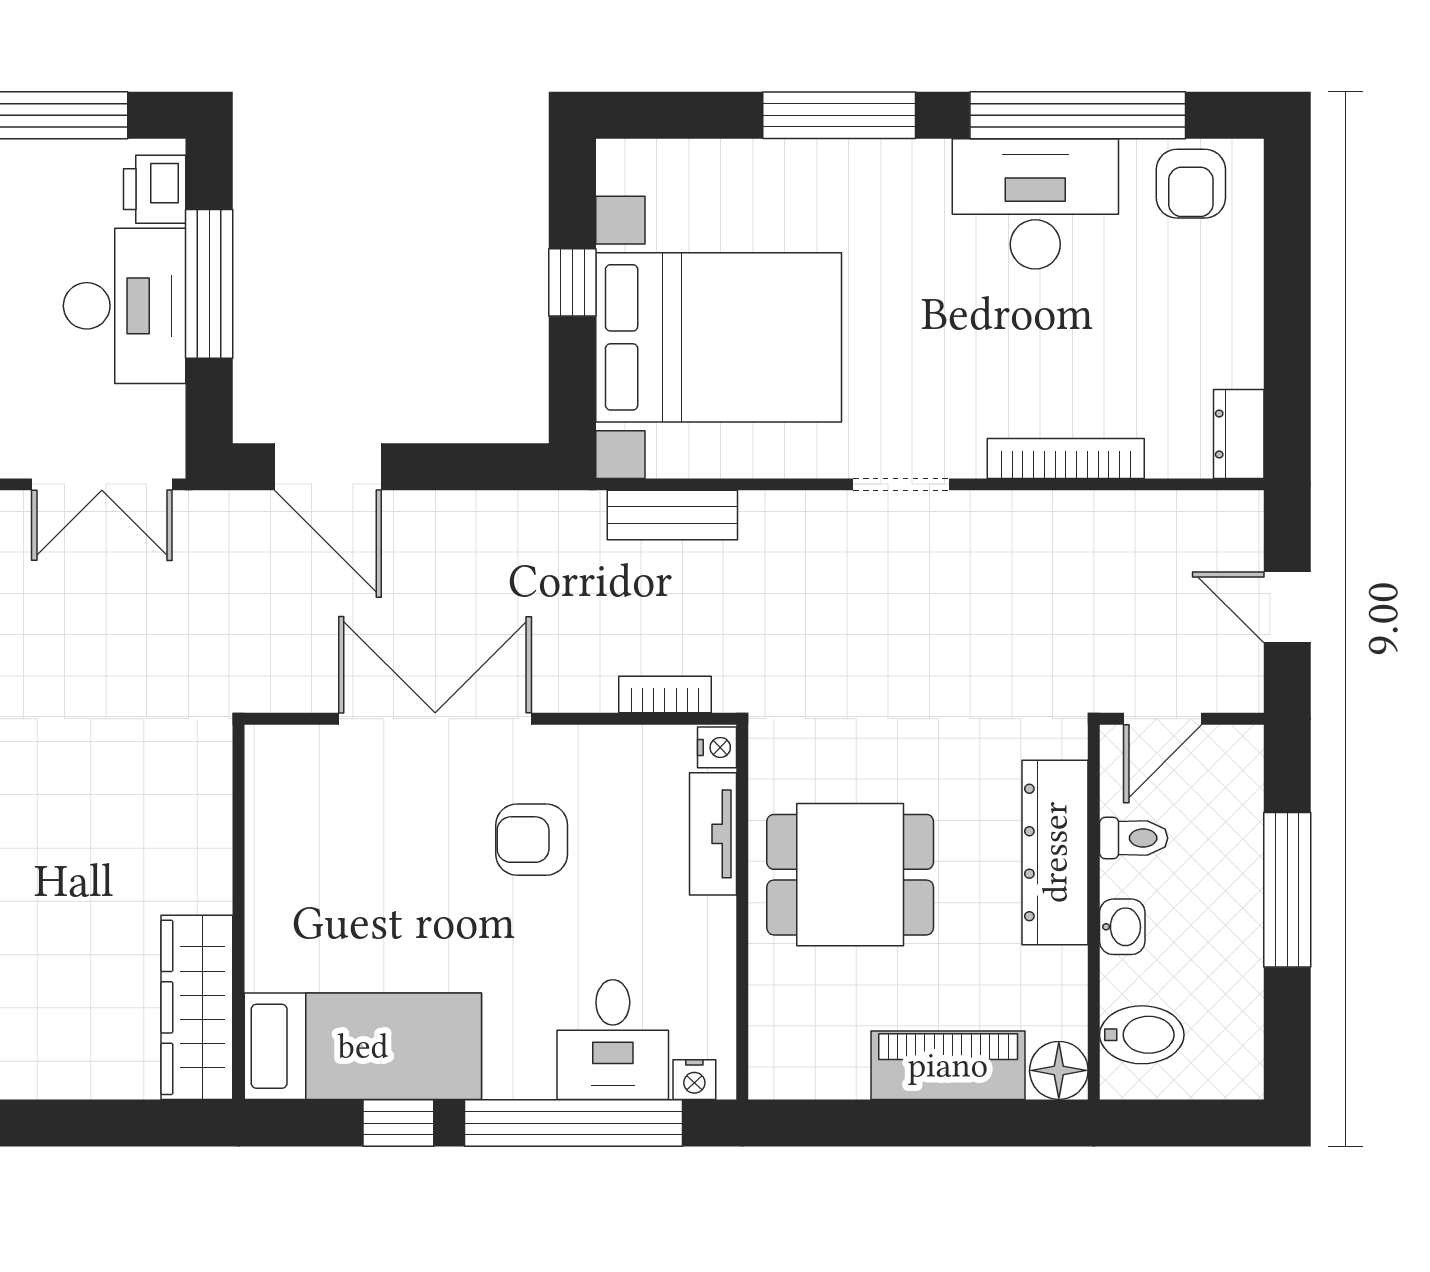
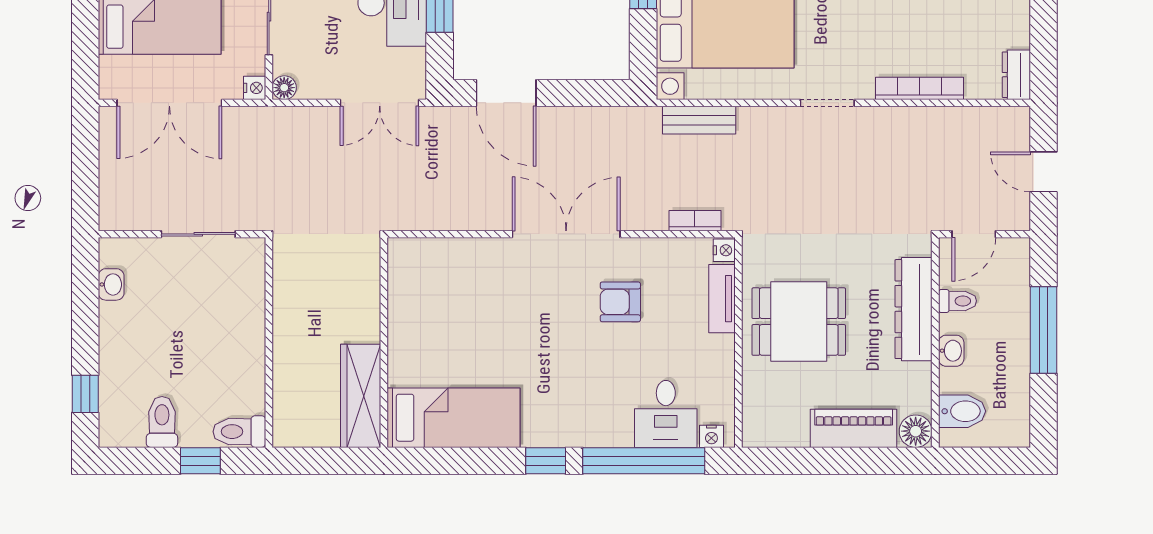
wall: (238, 912) -> (384, 343), moved
wardrobe: (197, 1007) -> (361, 396), moved
bed: (363, 1046) -> (454, 418), moved

